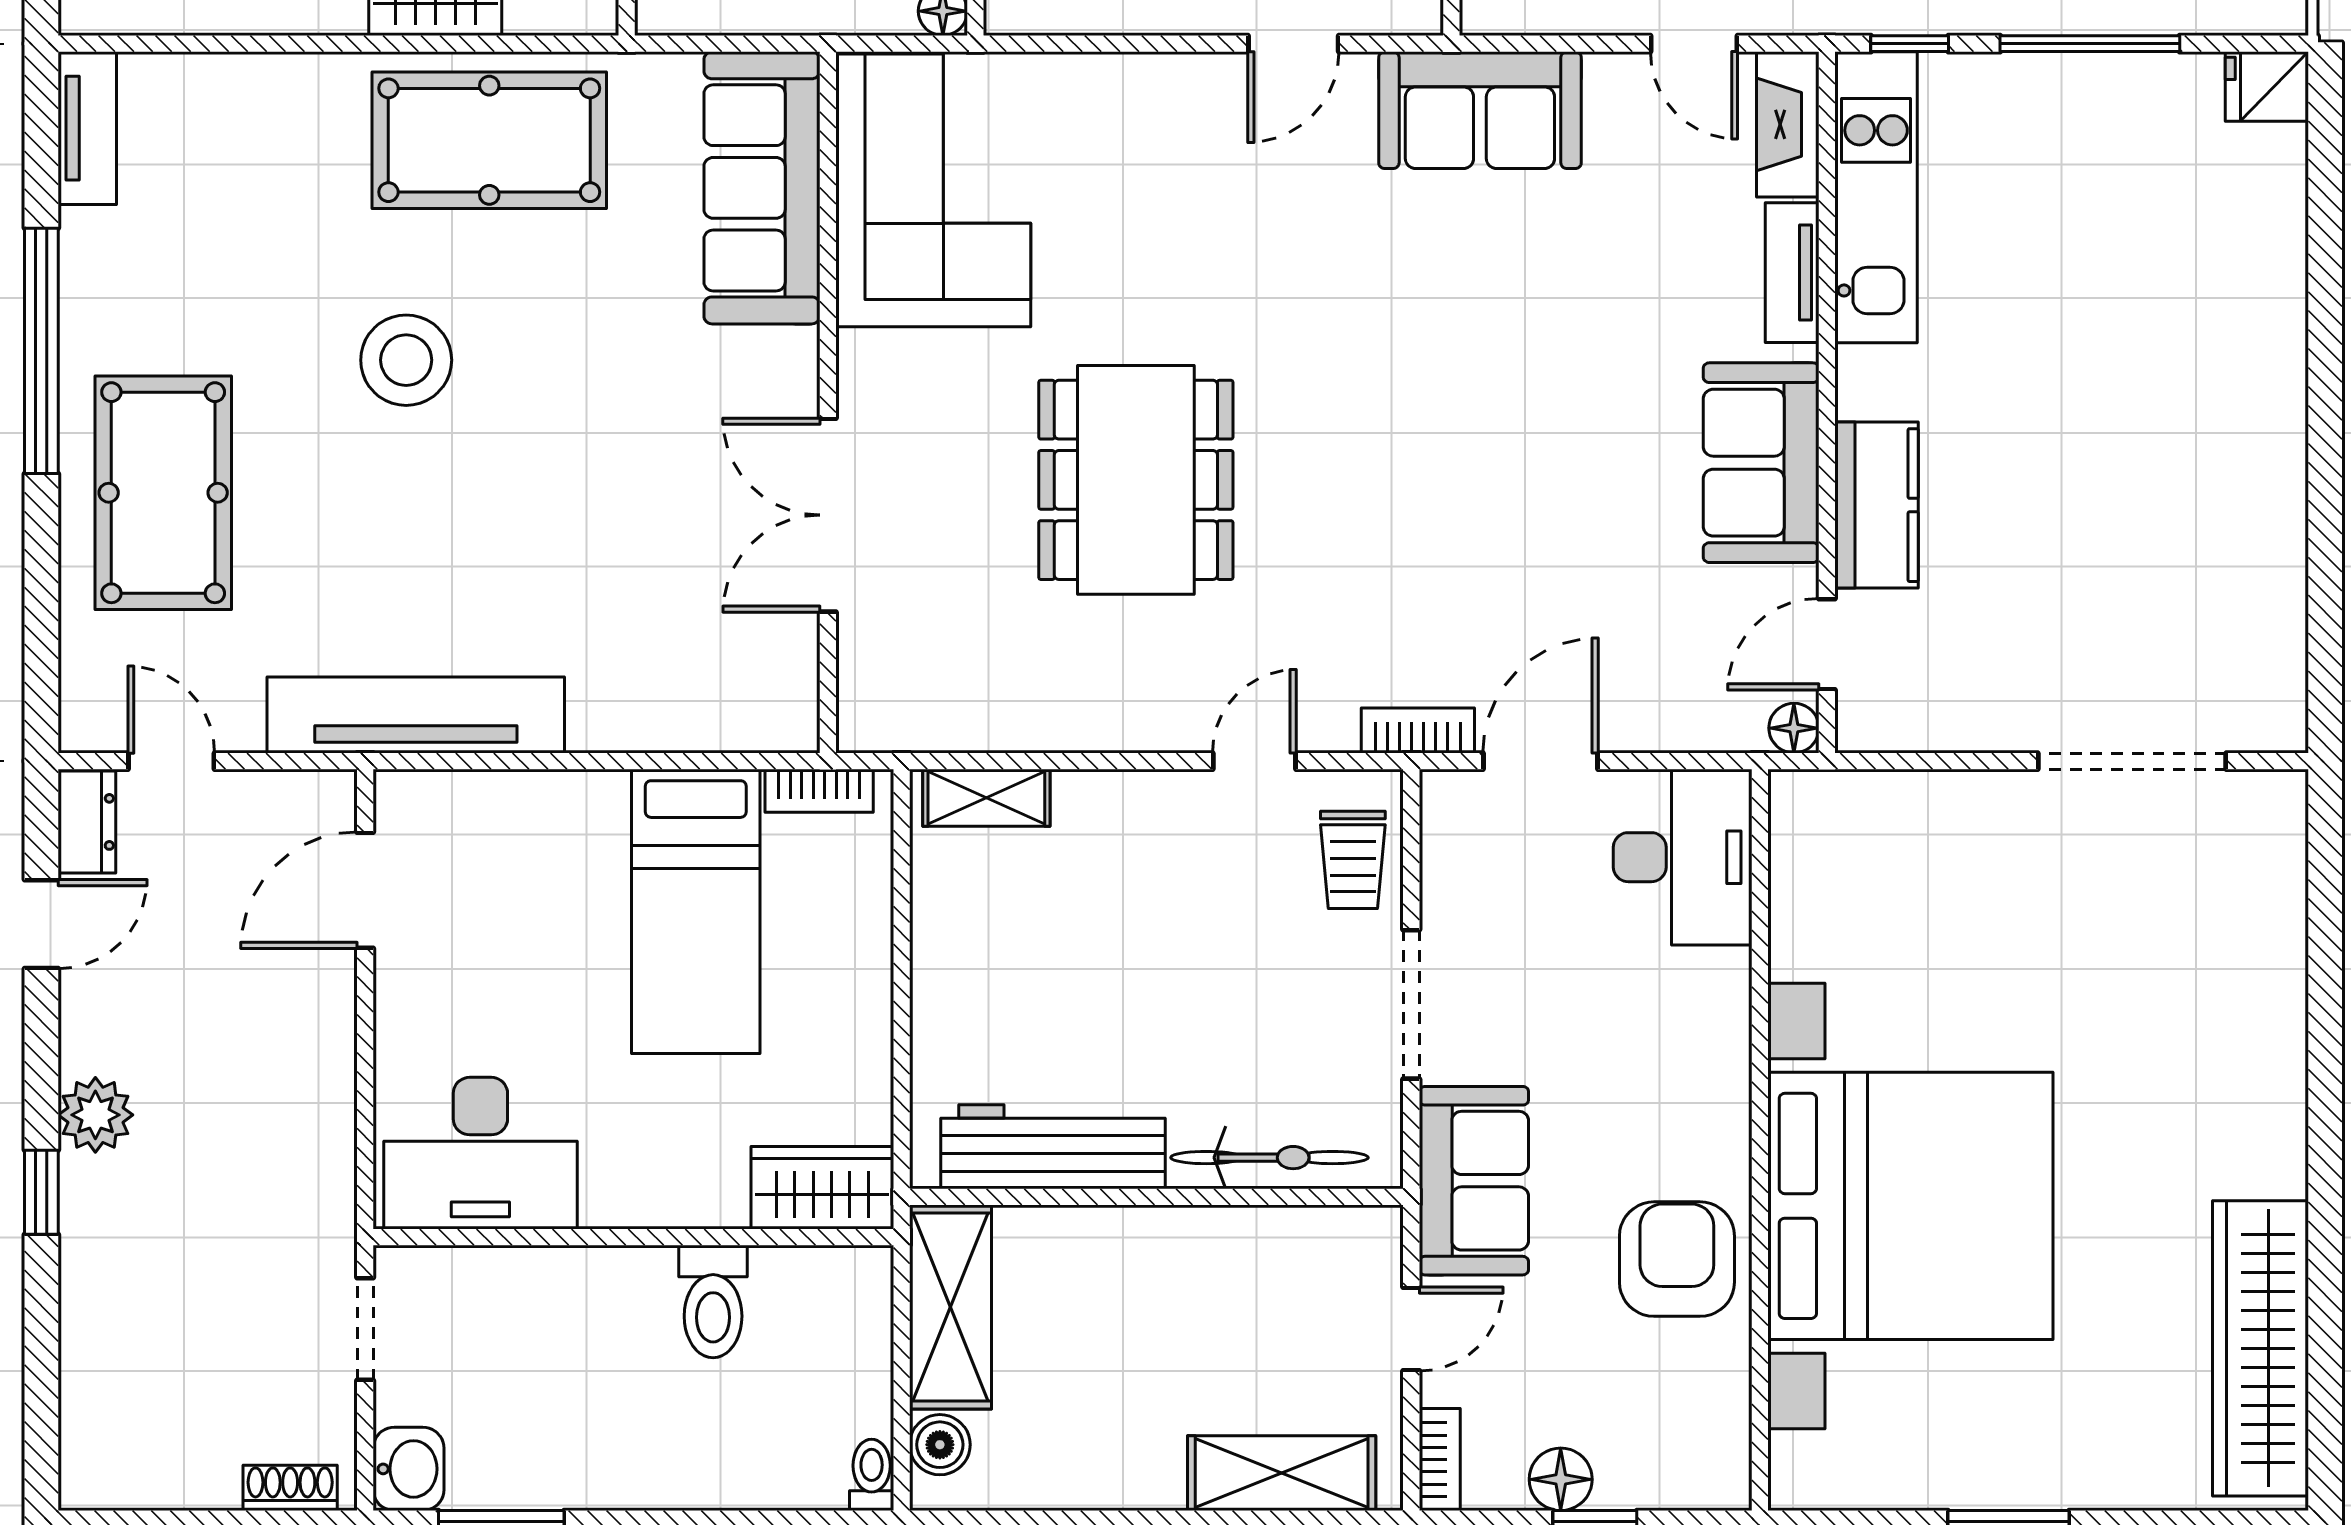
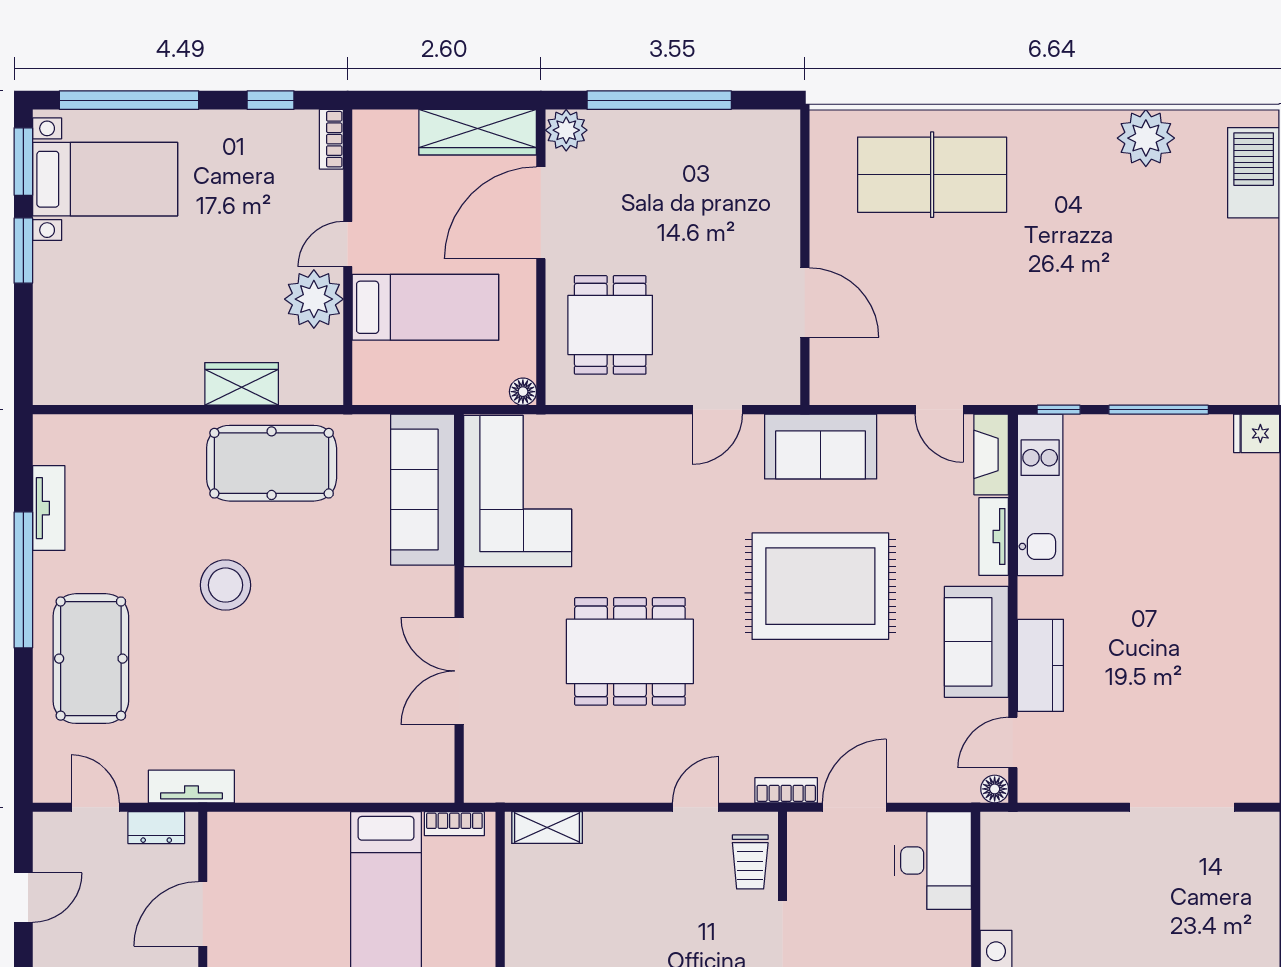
tv unit: (87, 128) -> (49, 508), moved
rug: (1479, 362) -> (820, 586), added
dining table: (1136, 480) -> (630, 651), turned 90
tv unit: (416, 715) -> (191, 786), width x0.52, depth x0.78
dresser: (87, 822) -> (156, 828), moved, turned 90
door: (365, 890) -> (203, 914), moved

